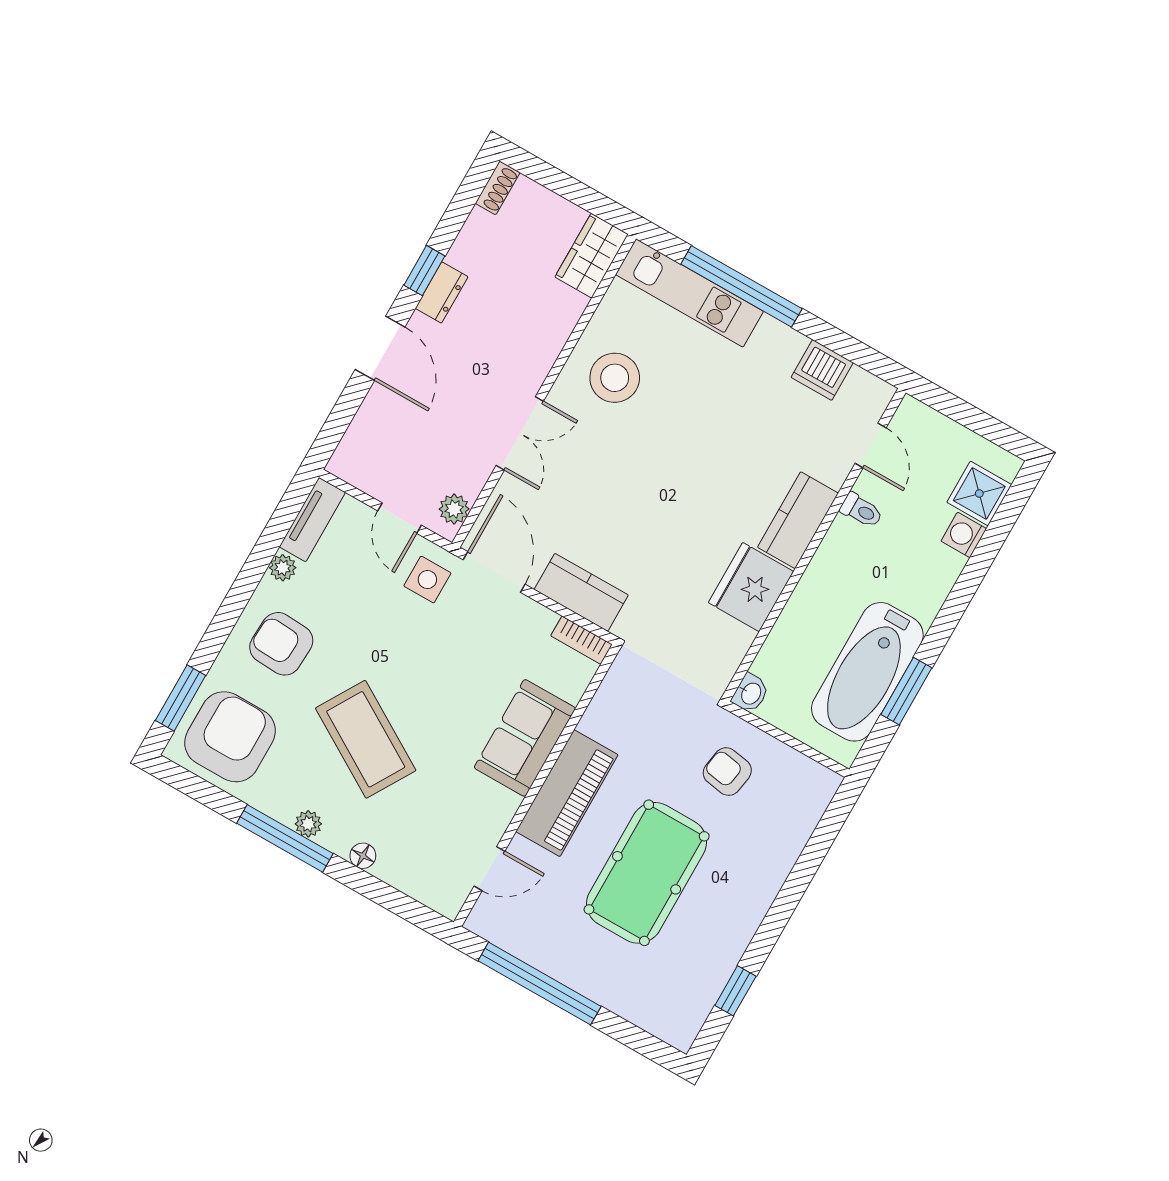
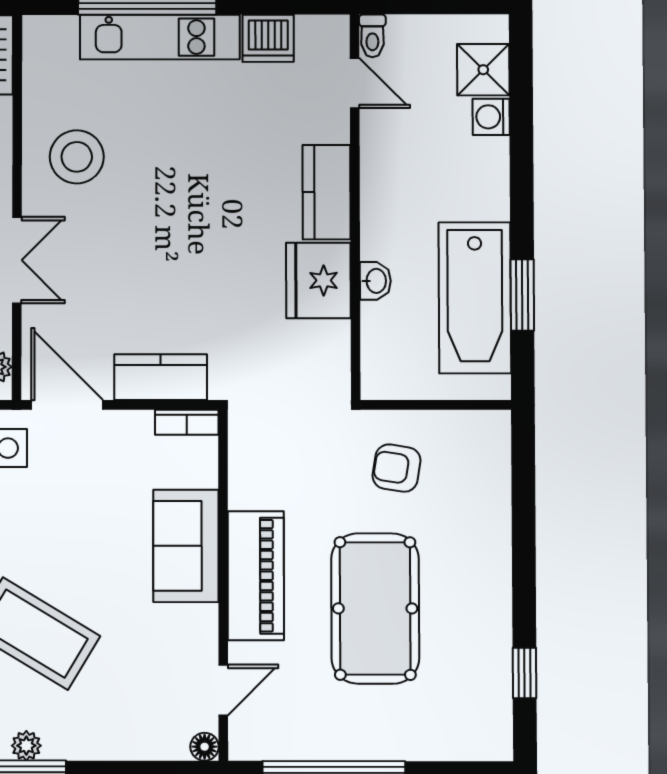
kitchen unit: (689, 293) -> (160, 37), moved
toilet: (861, 510) -> (372, 36), moved, turned 90
washbasin: (750, 693) -> (375, 281), moved
floor lamp: (363, 856) -> (205, 747), moved

